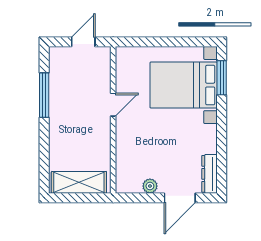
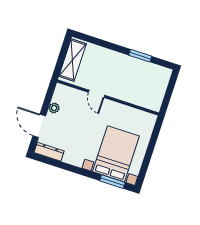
door: (83, 42) -> (168, 95), removed
window: (44, 95) -> (140, 56), width x0.69
door: (113, 105) -> (97, 94), moved

